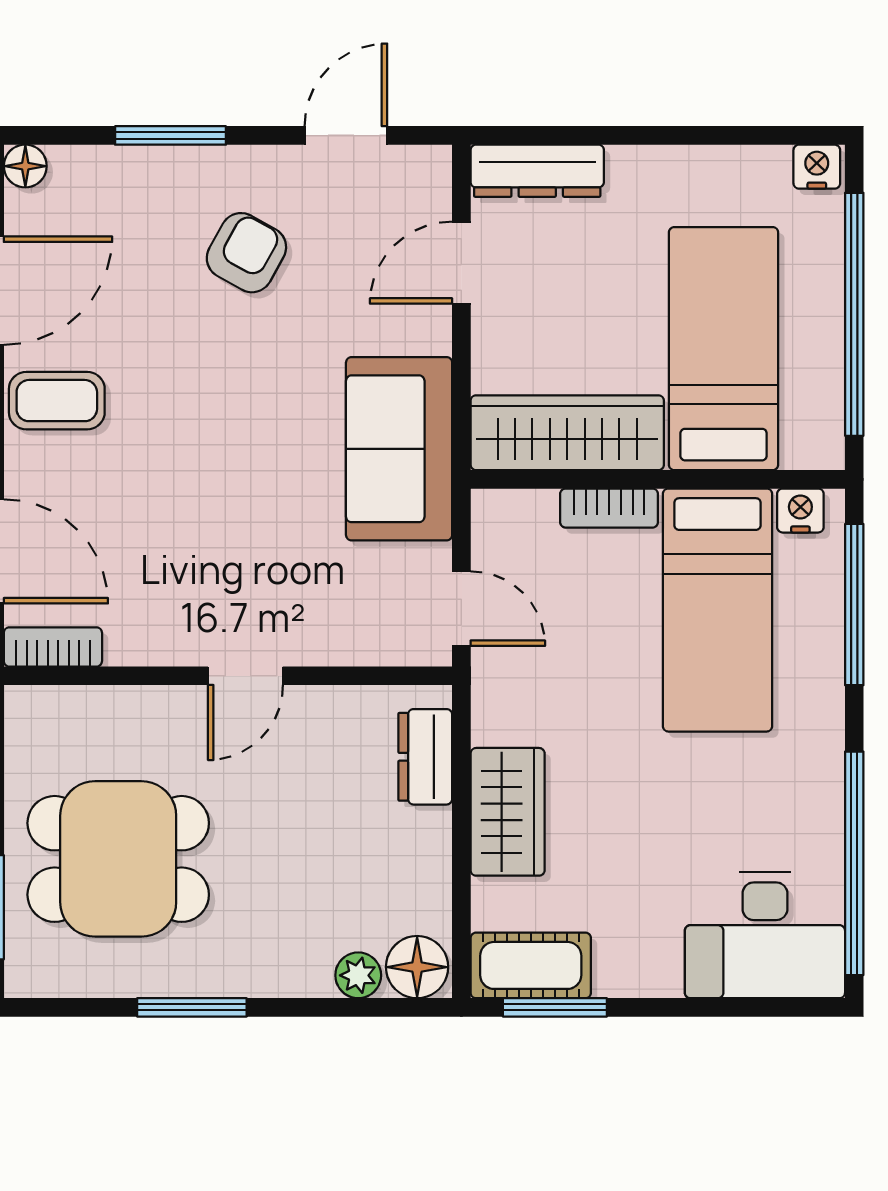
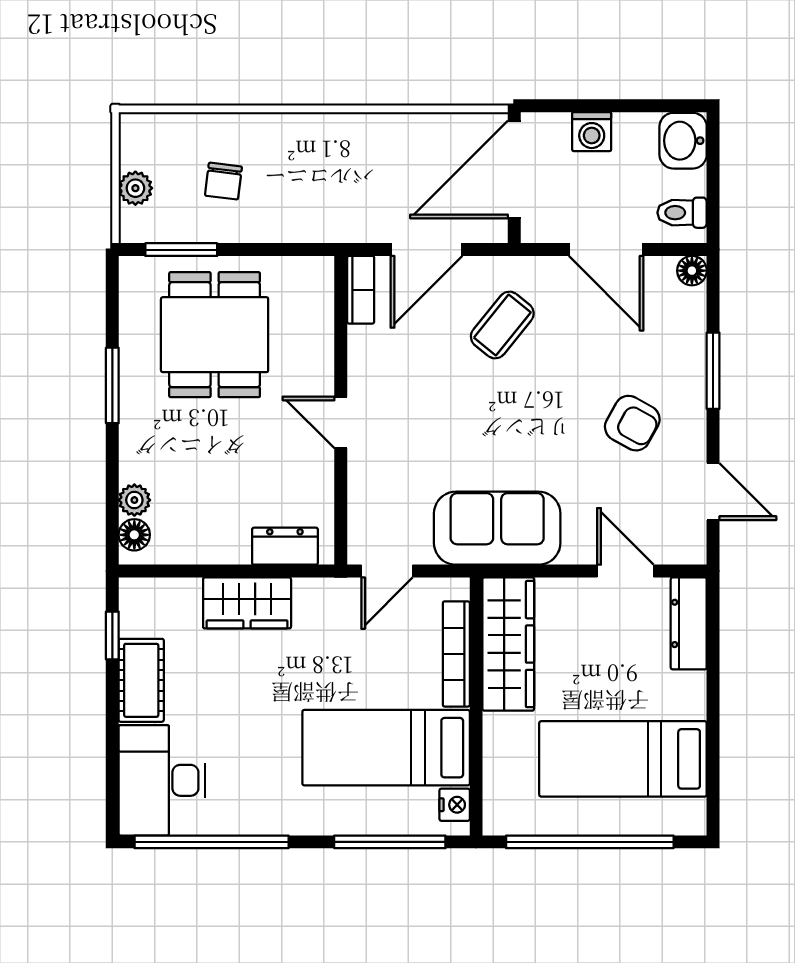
nightstand: (817, 167) -> (692, 816), removed
bed: (724, 349) -> (623, 759), moved, turned 180
coffee table: (57, 401) -> (502, 325), moved, turned 39
bookcase: (609, 508) -> (456, 654), width x1.56
cot: (531, 965) -> (141, 680), moved
floor lamp: (417, 967) -> (134, 535), width x0.73, depth x0.73
window: (555, 1007) -> (112, 636), width x0.67

